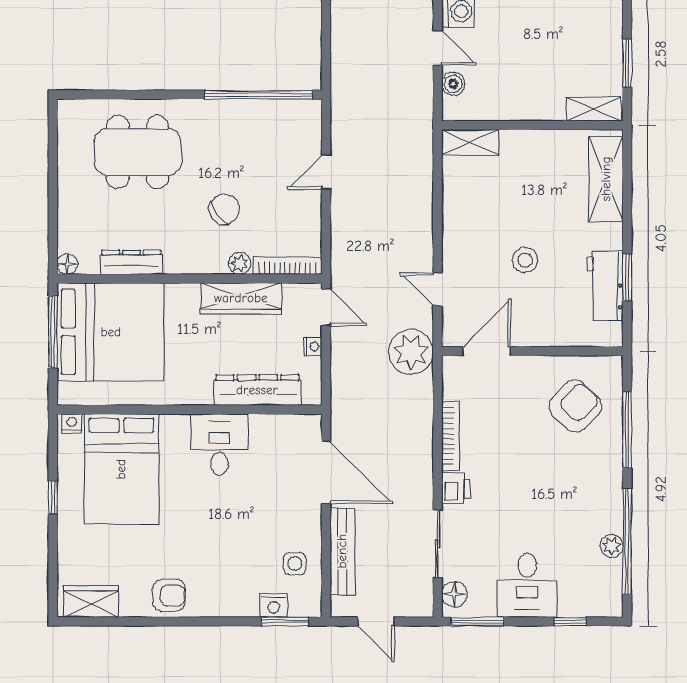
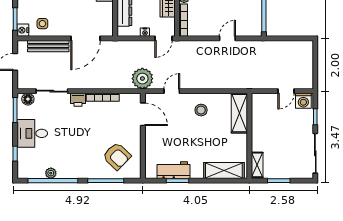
boiler: (453, 84) -> (269, 98), removed
shelving: (470, 142) -> (239, 113), width x1.50, depth x1.33
door: (326, 172) -> (227, 38), hinge flipped
stool: (525, 260) -> (201, 110), moved
nightstand: (274, 605) -> (23, 30), moved

